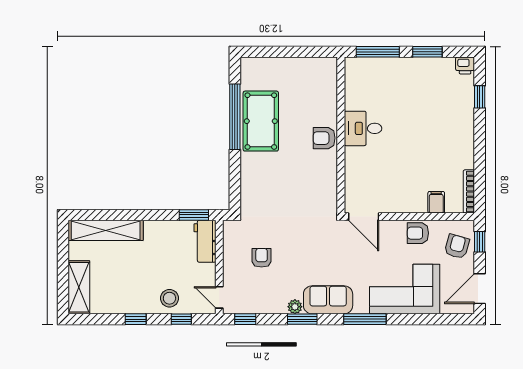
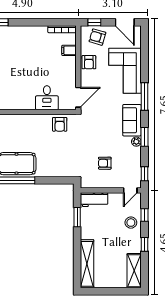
desk: (363, 128) -> (47, 98), moved
armchair: (324, 138) -> (60, 124), moved
window: (194, 215) -> (77, 217), moved
shelving: (79, 287) -> (134, 271), moved, turned 90

